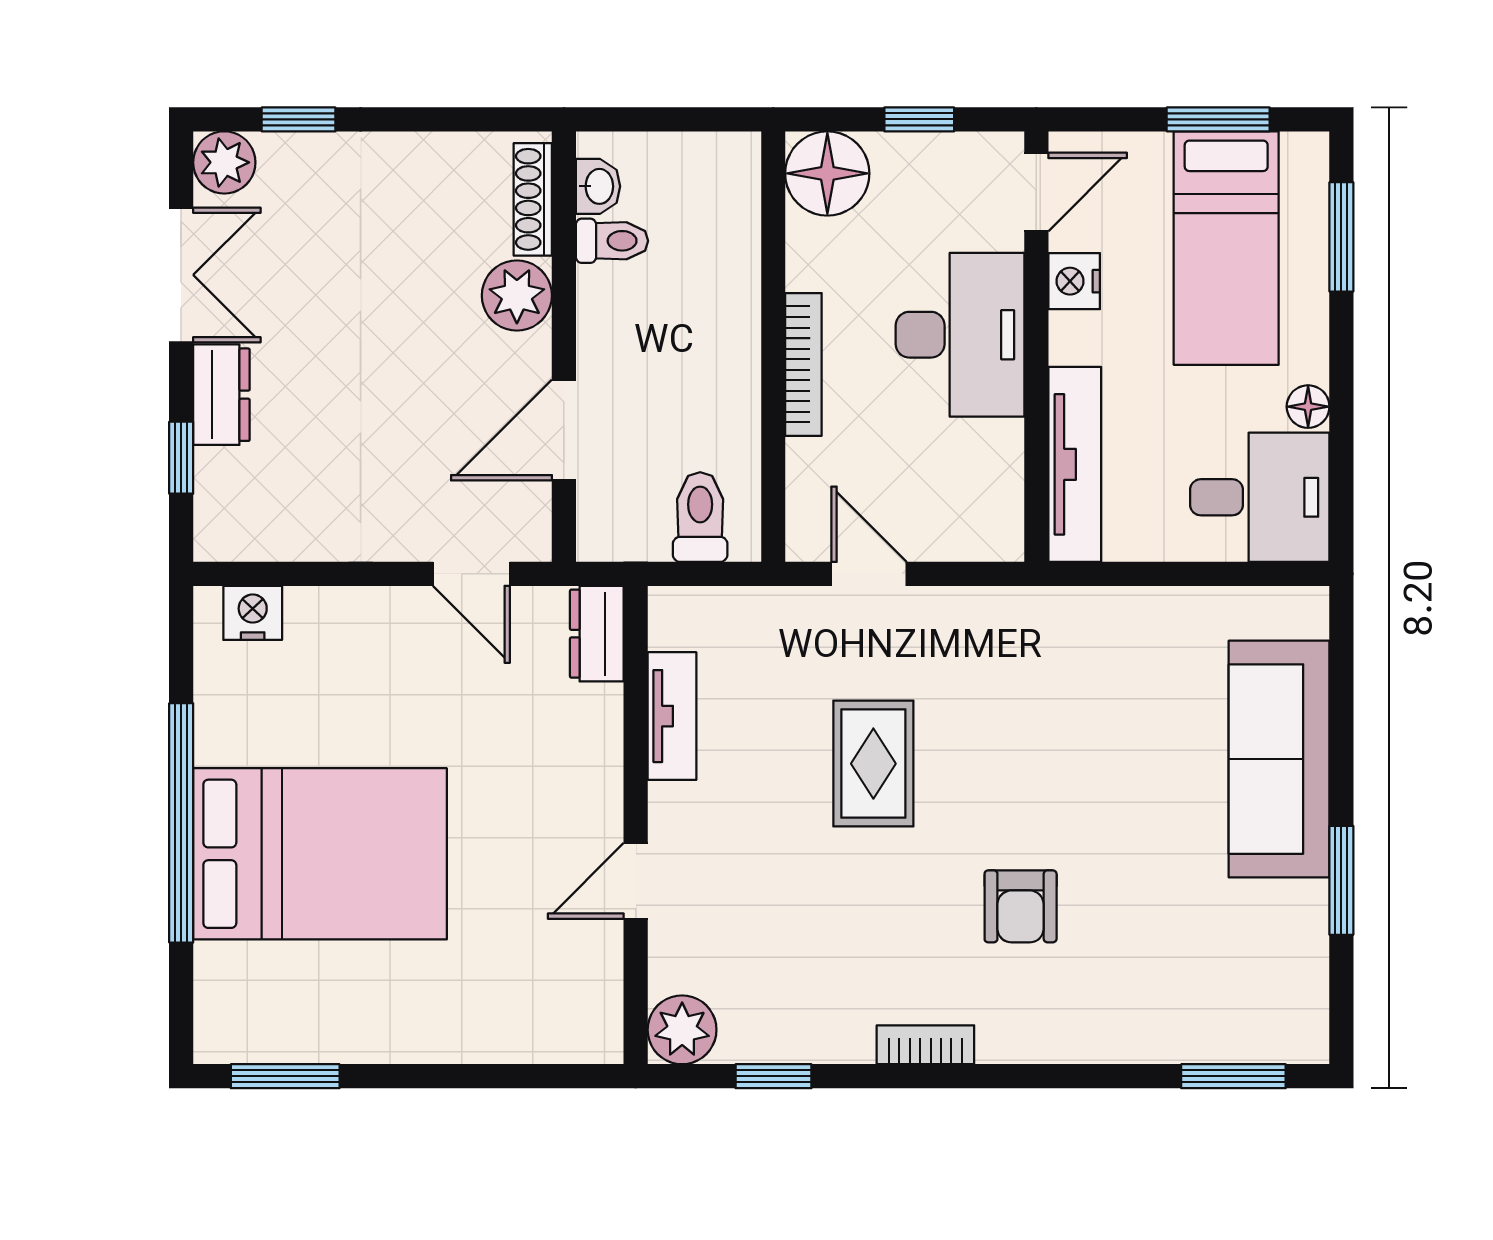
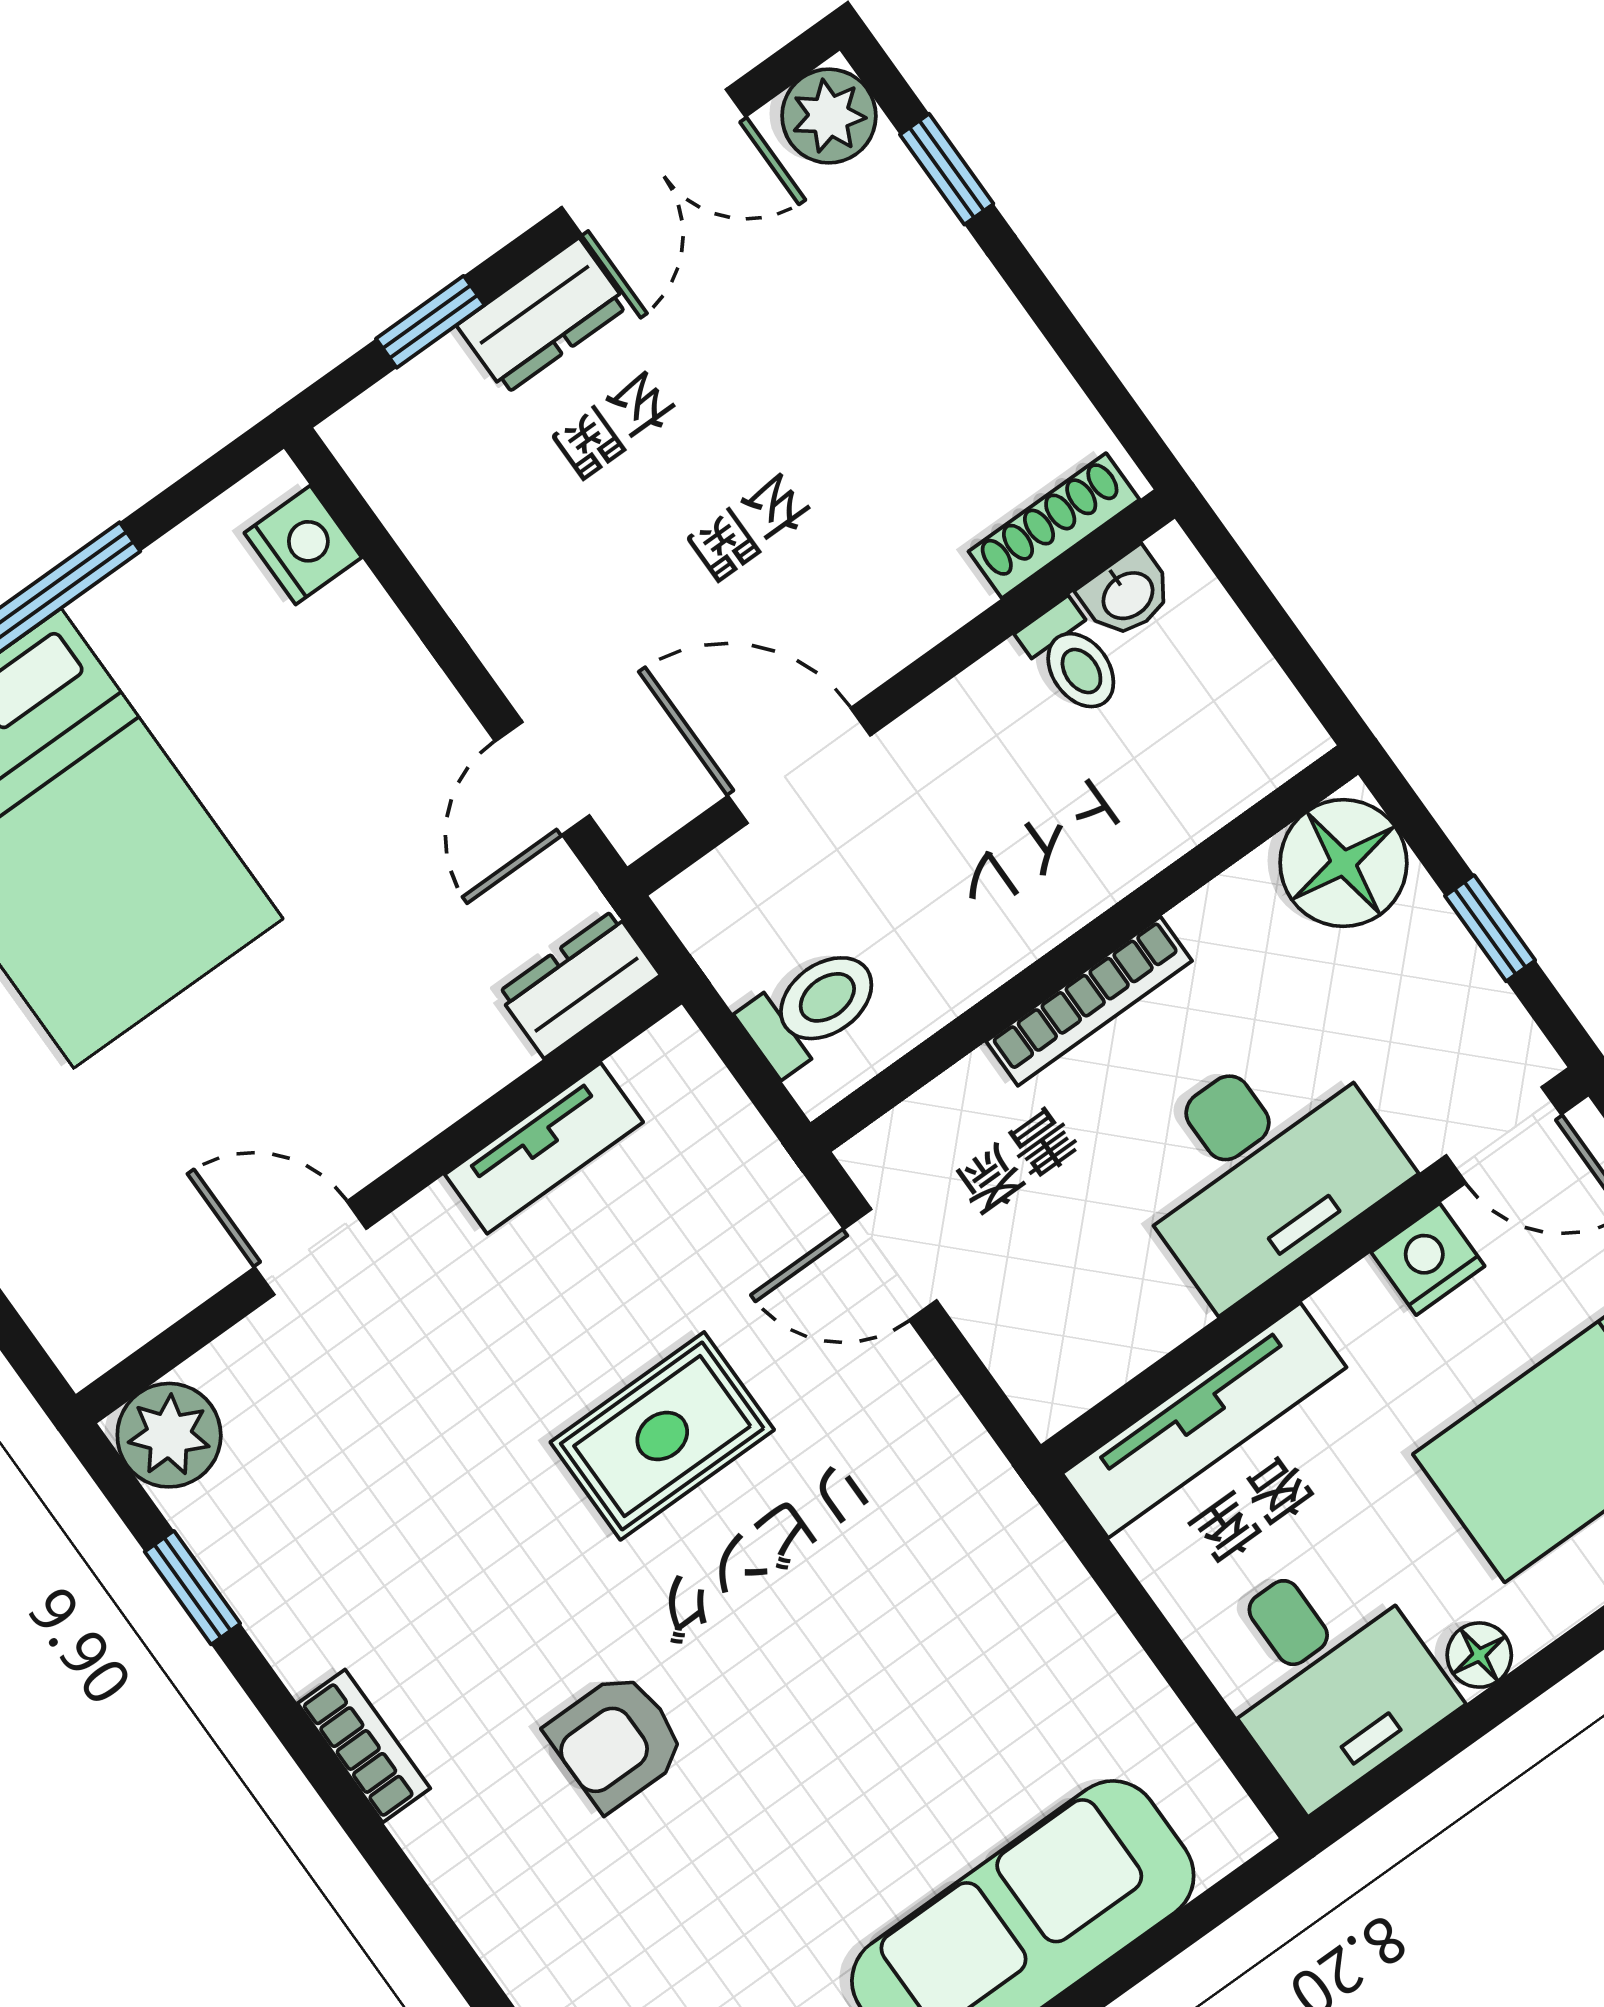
plant: (517, 296) -> (922, 590), removed
door: (869, 574) -> (890, 1265), swing flipped

